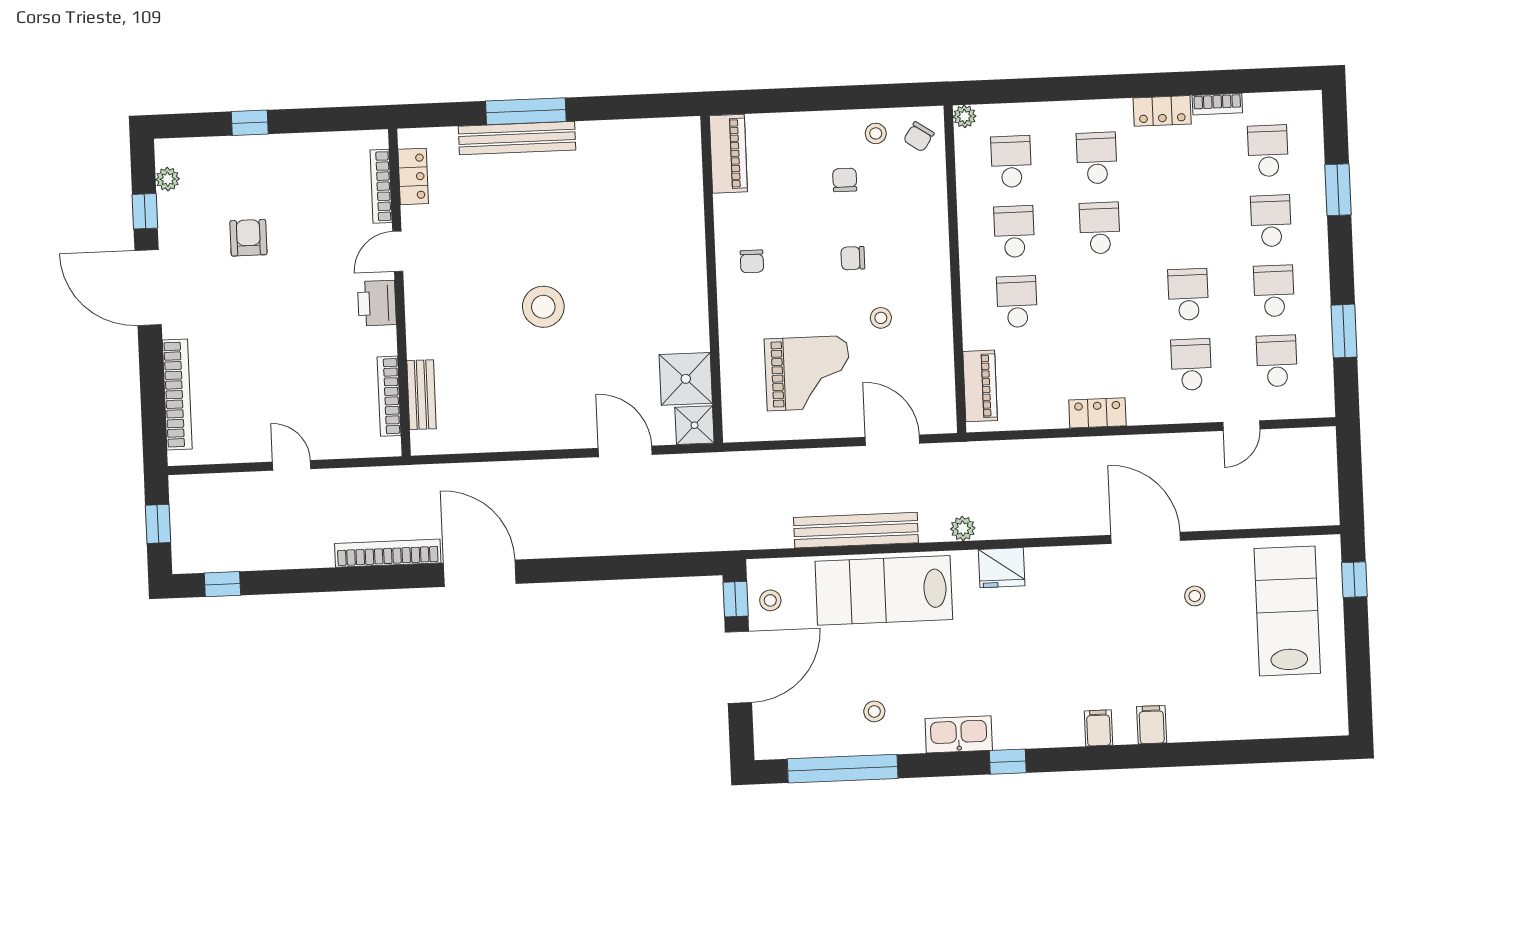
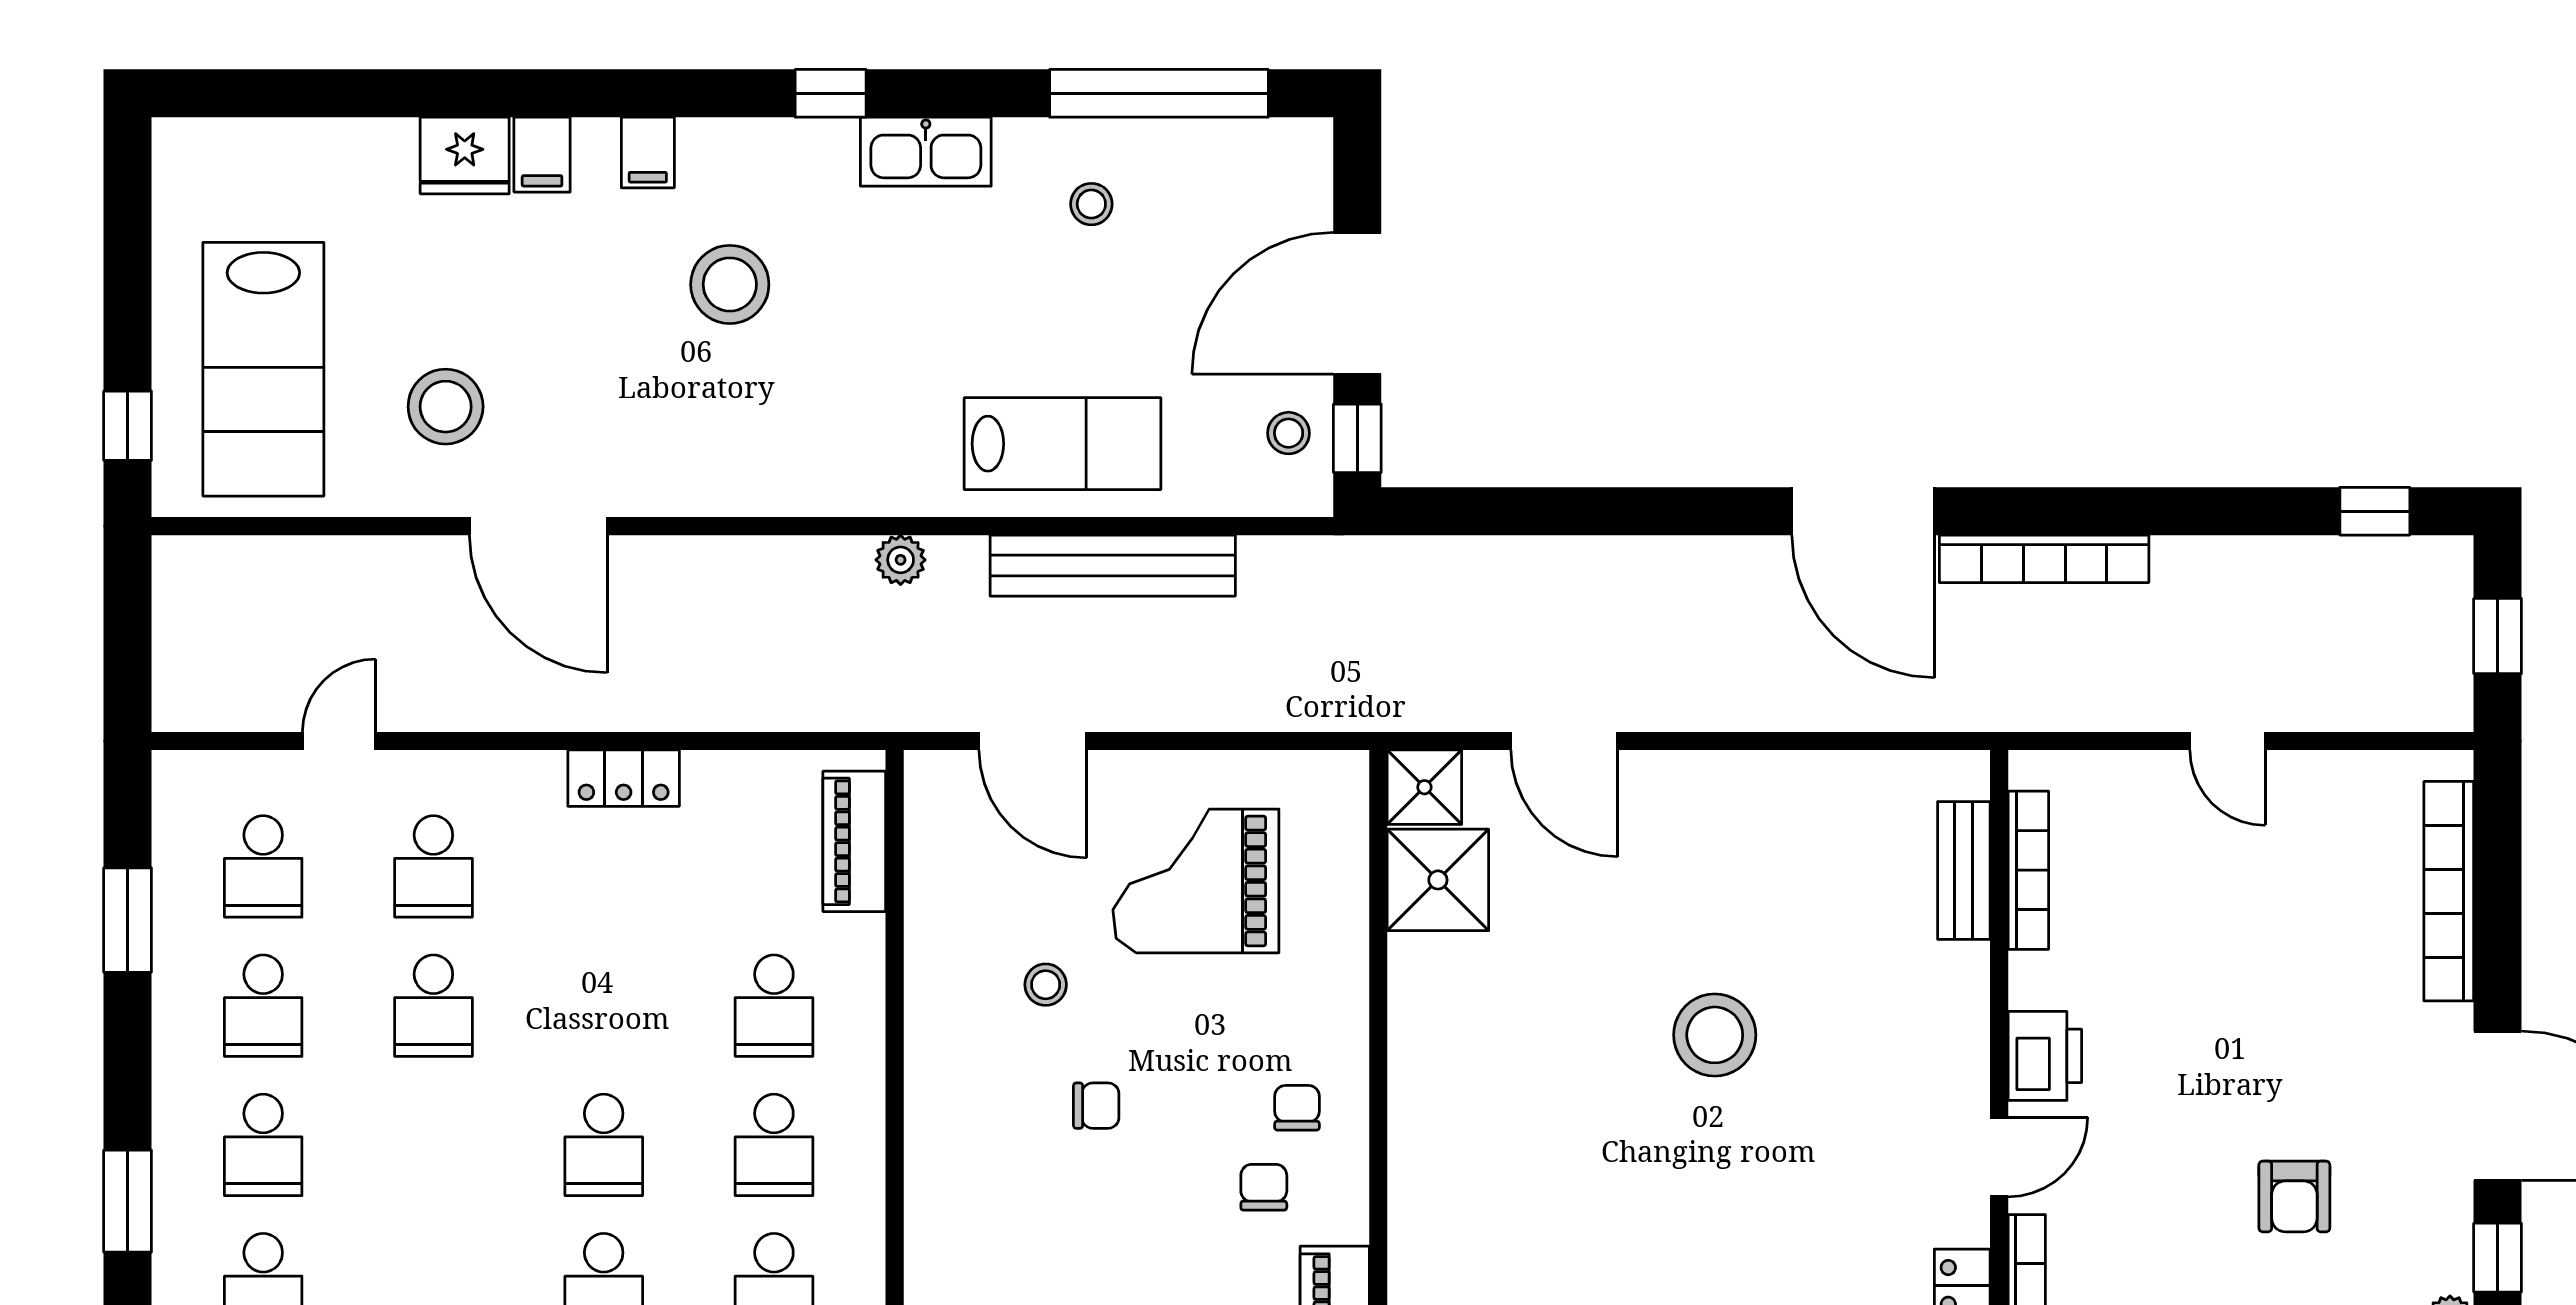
chair: (845, 180) -> (1264, 1187), moved, turned 180
fridge: (1002, 568) -> (465, 155), moved, turned 180
lab bench: (884, 590) -> (1063, 444), width x0.73, depth x0.72
stool: (1195, 596) -> (446, 407), width x1.89, depth x1.89
stool: (1054, 663) -> (730, 284), added

